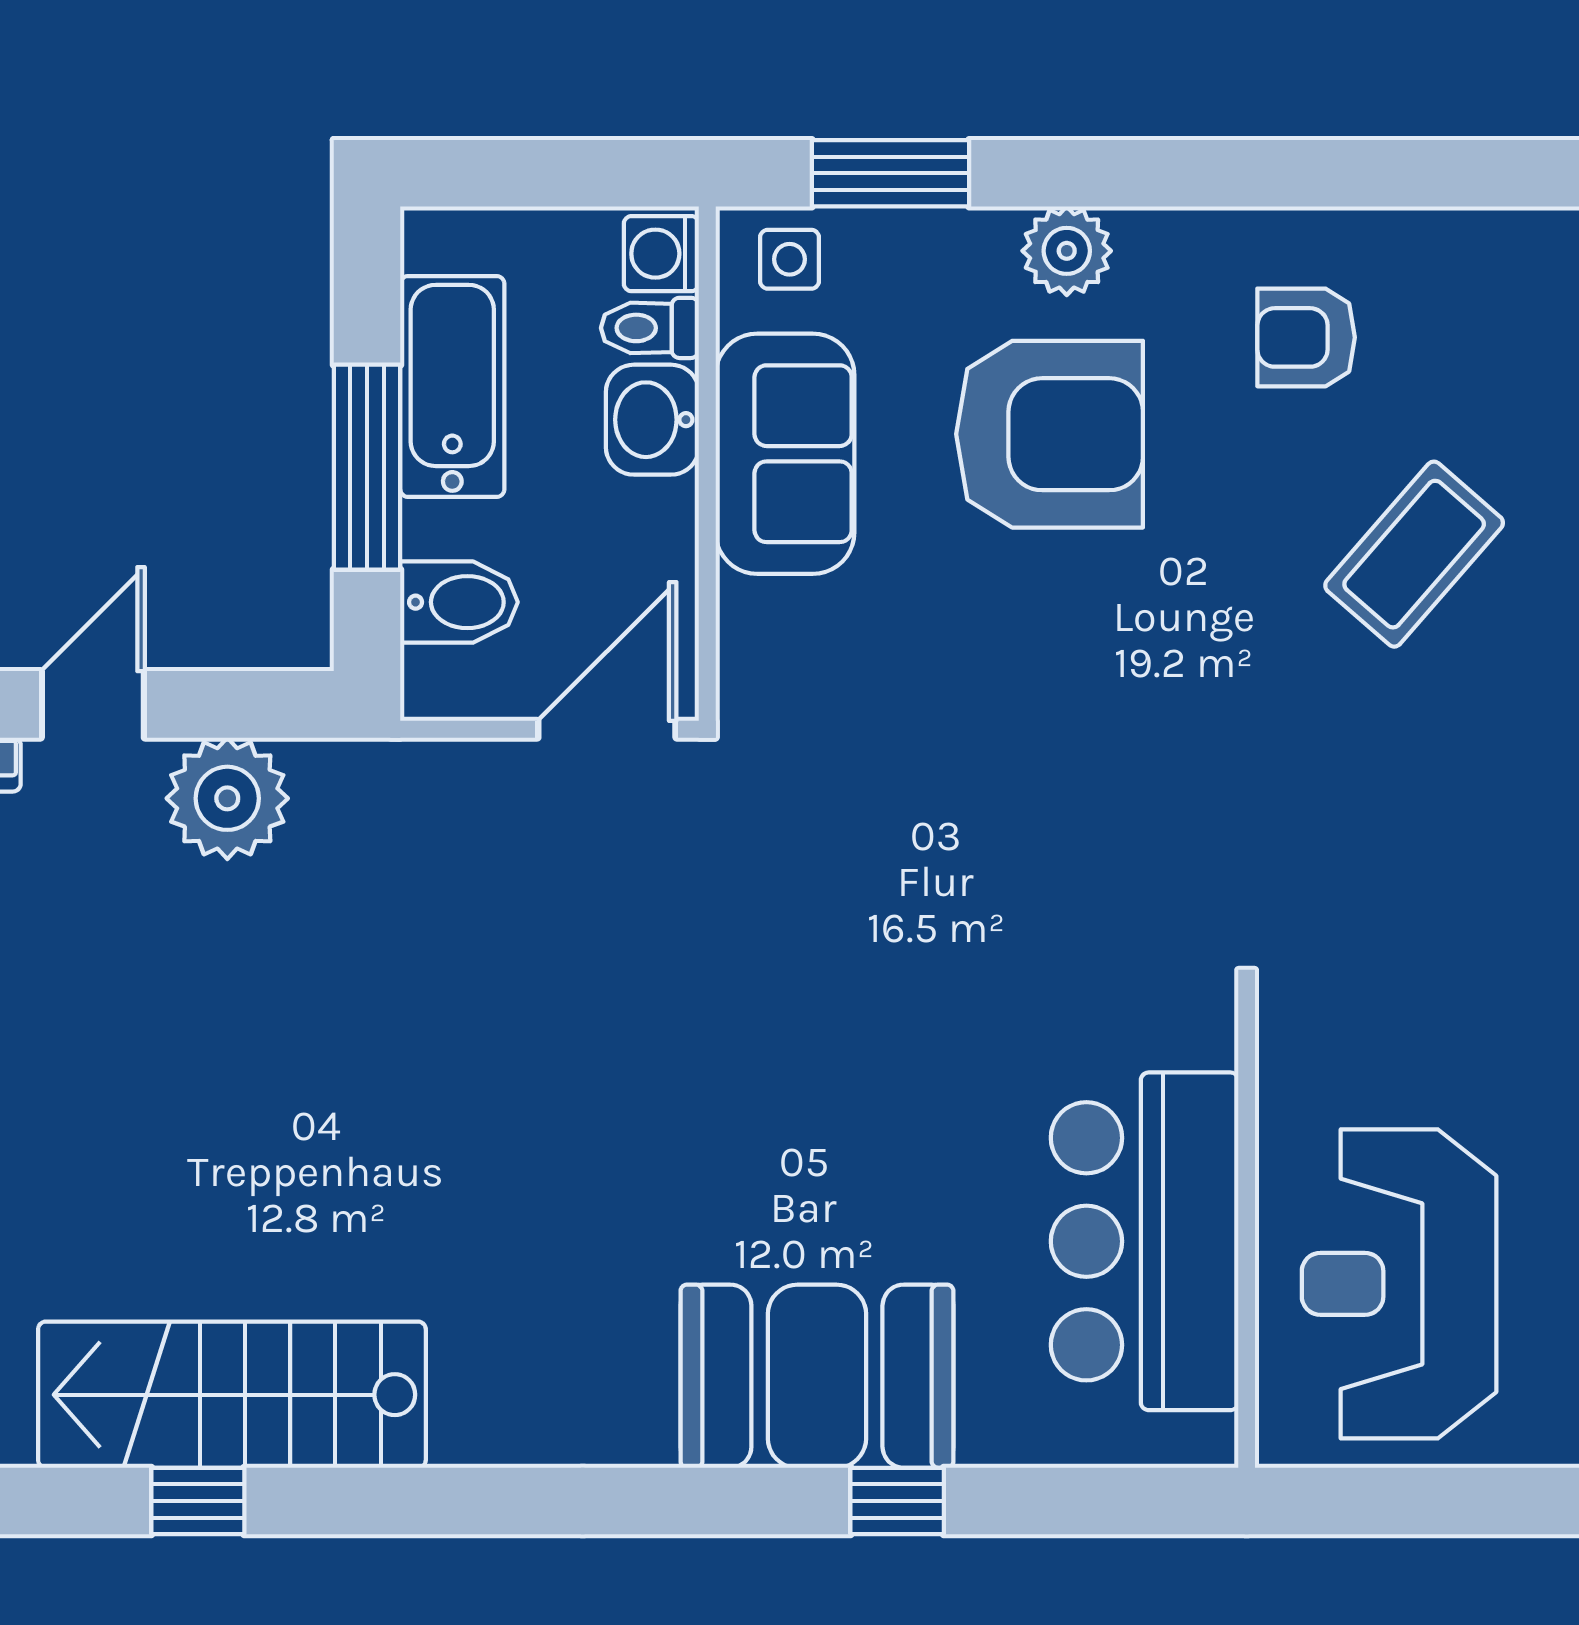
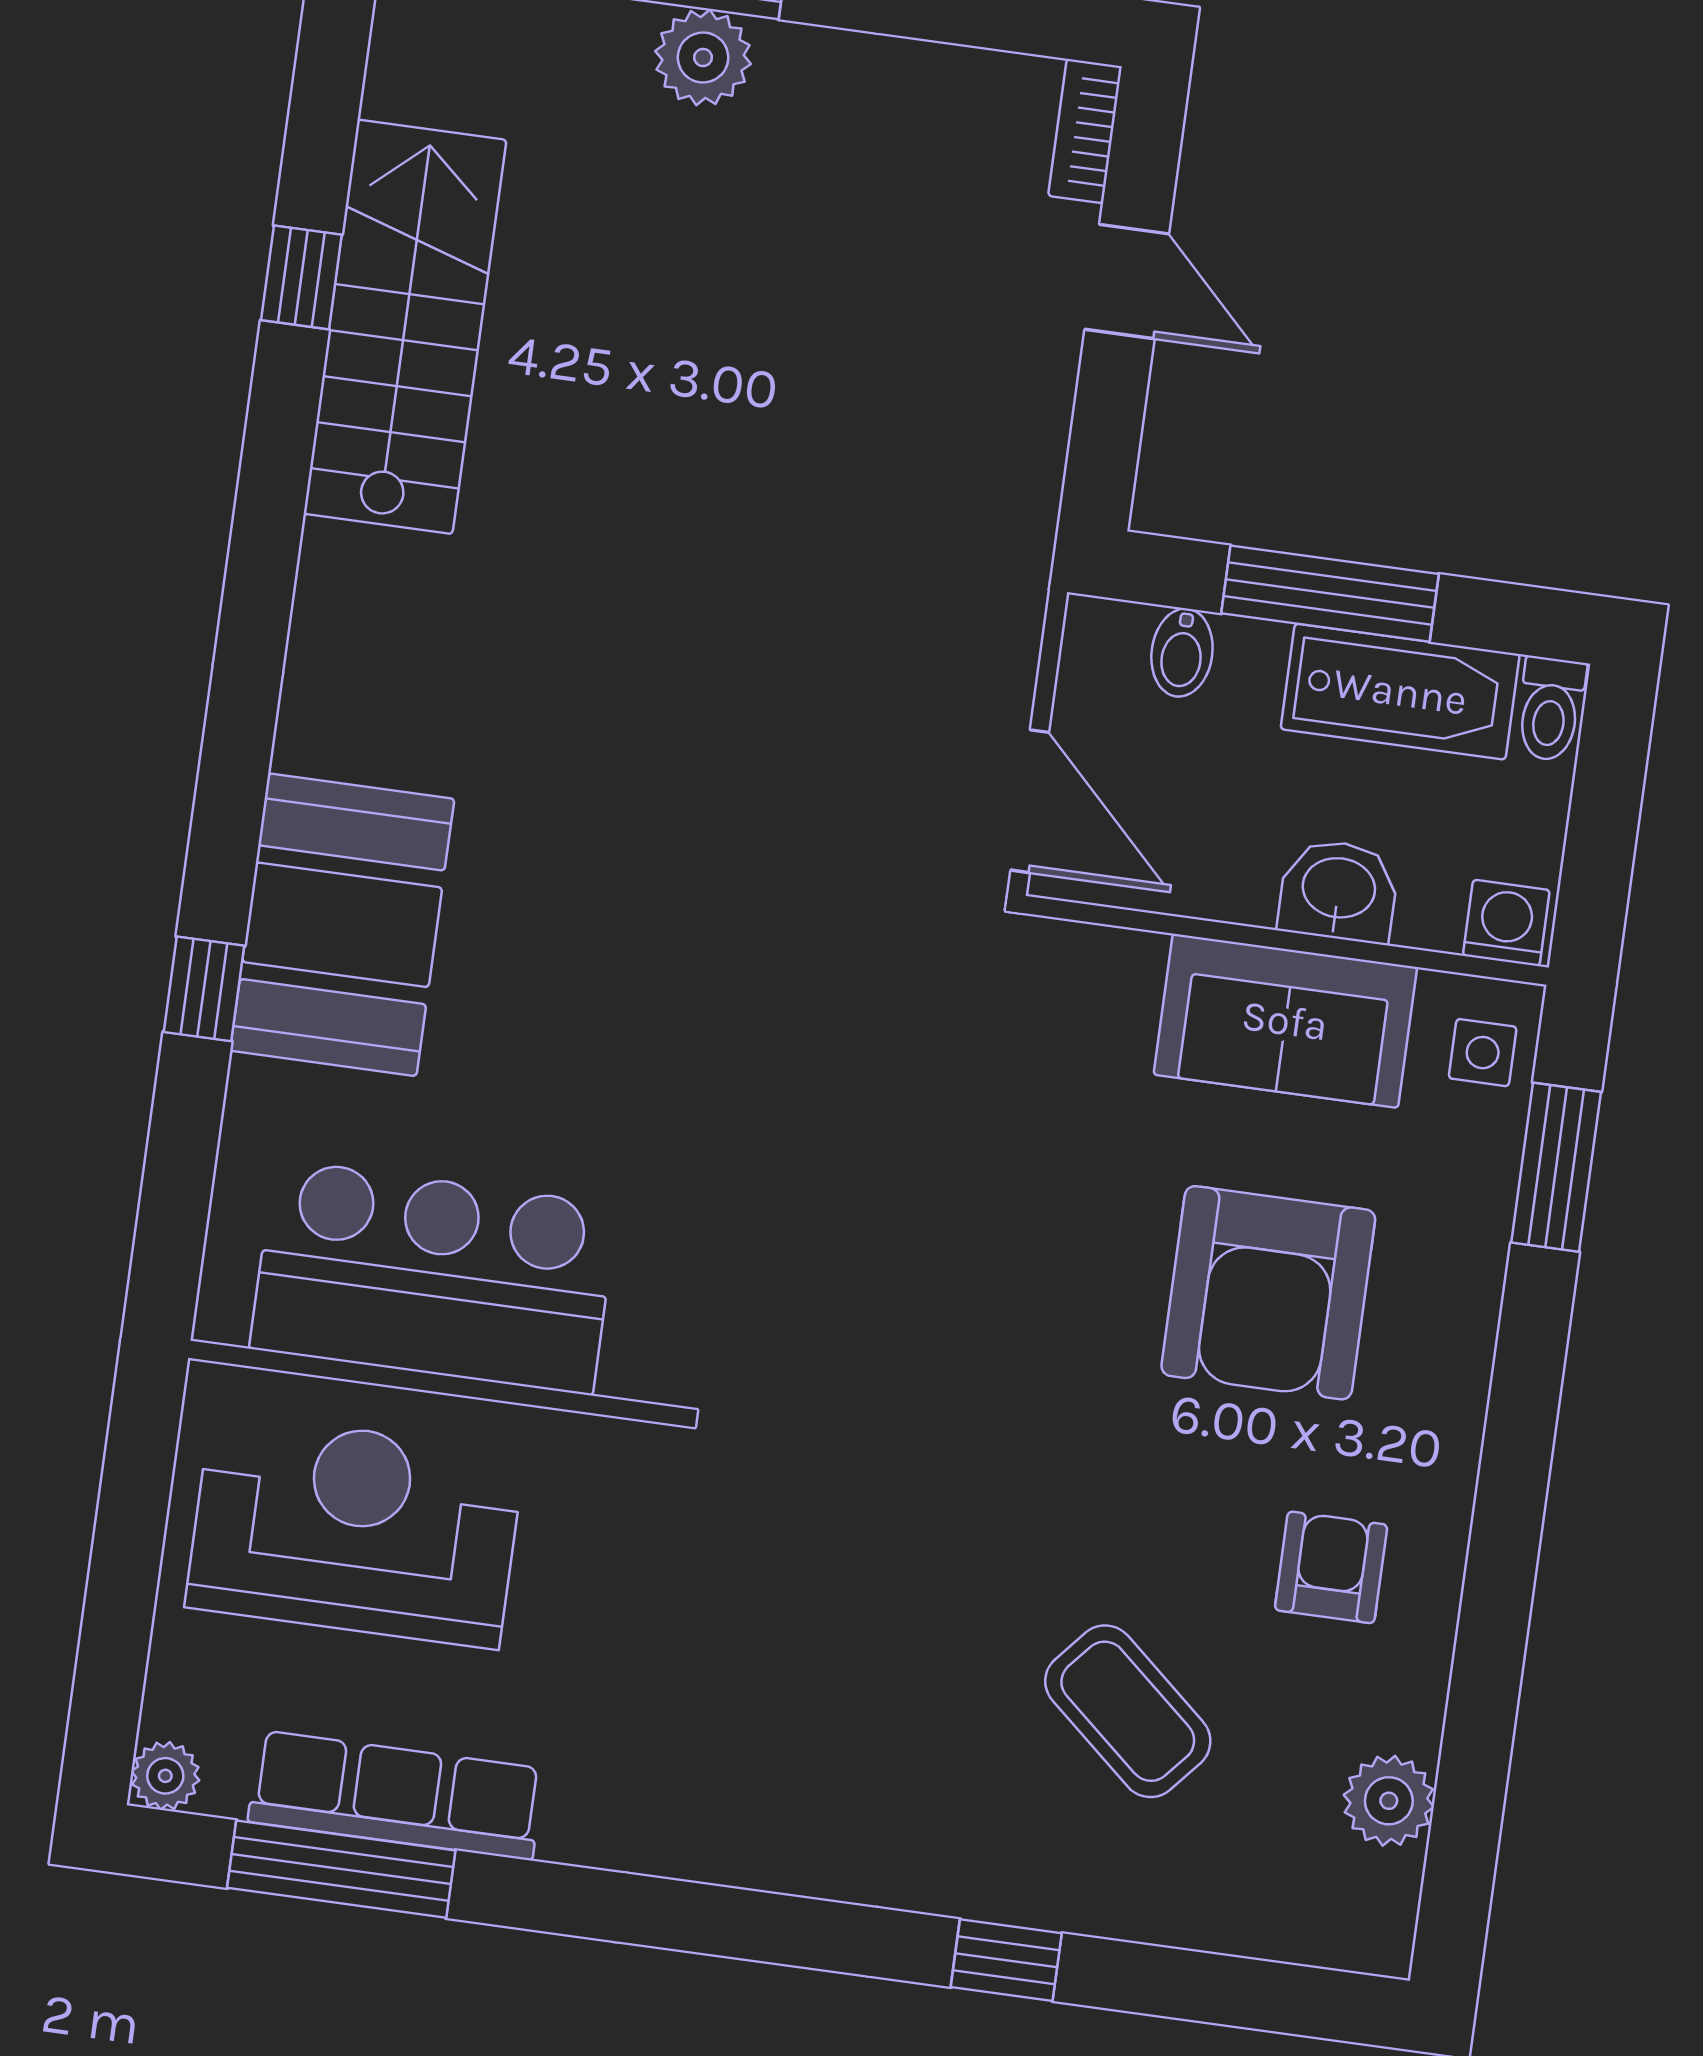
plant: (1067, 251) -> (1389, 1801), moved
toilet: (650, 328) -> (1550, 709), moved, turned 180
coffee table: (1414, 554) -> (1128, 1711), moved
bidet: (459, 602) -> (1182, 653), width x0.72, depth x0.74
plant: (227, 798) -> (1012, 405), removed

